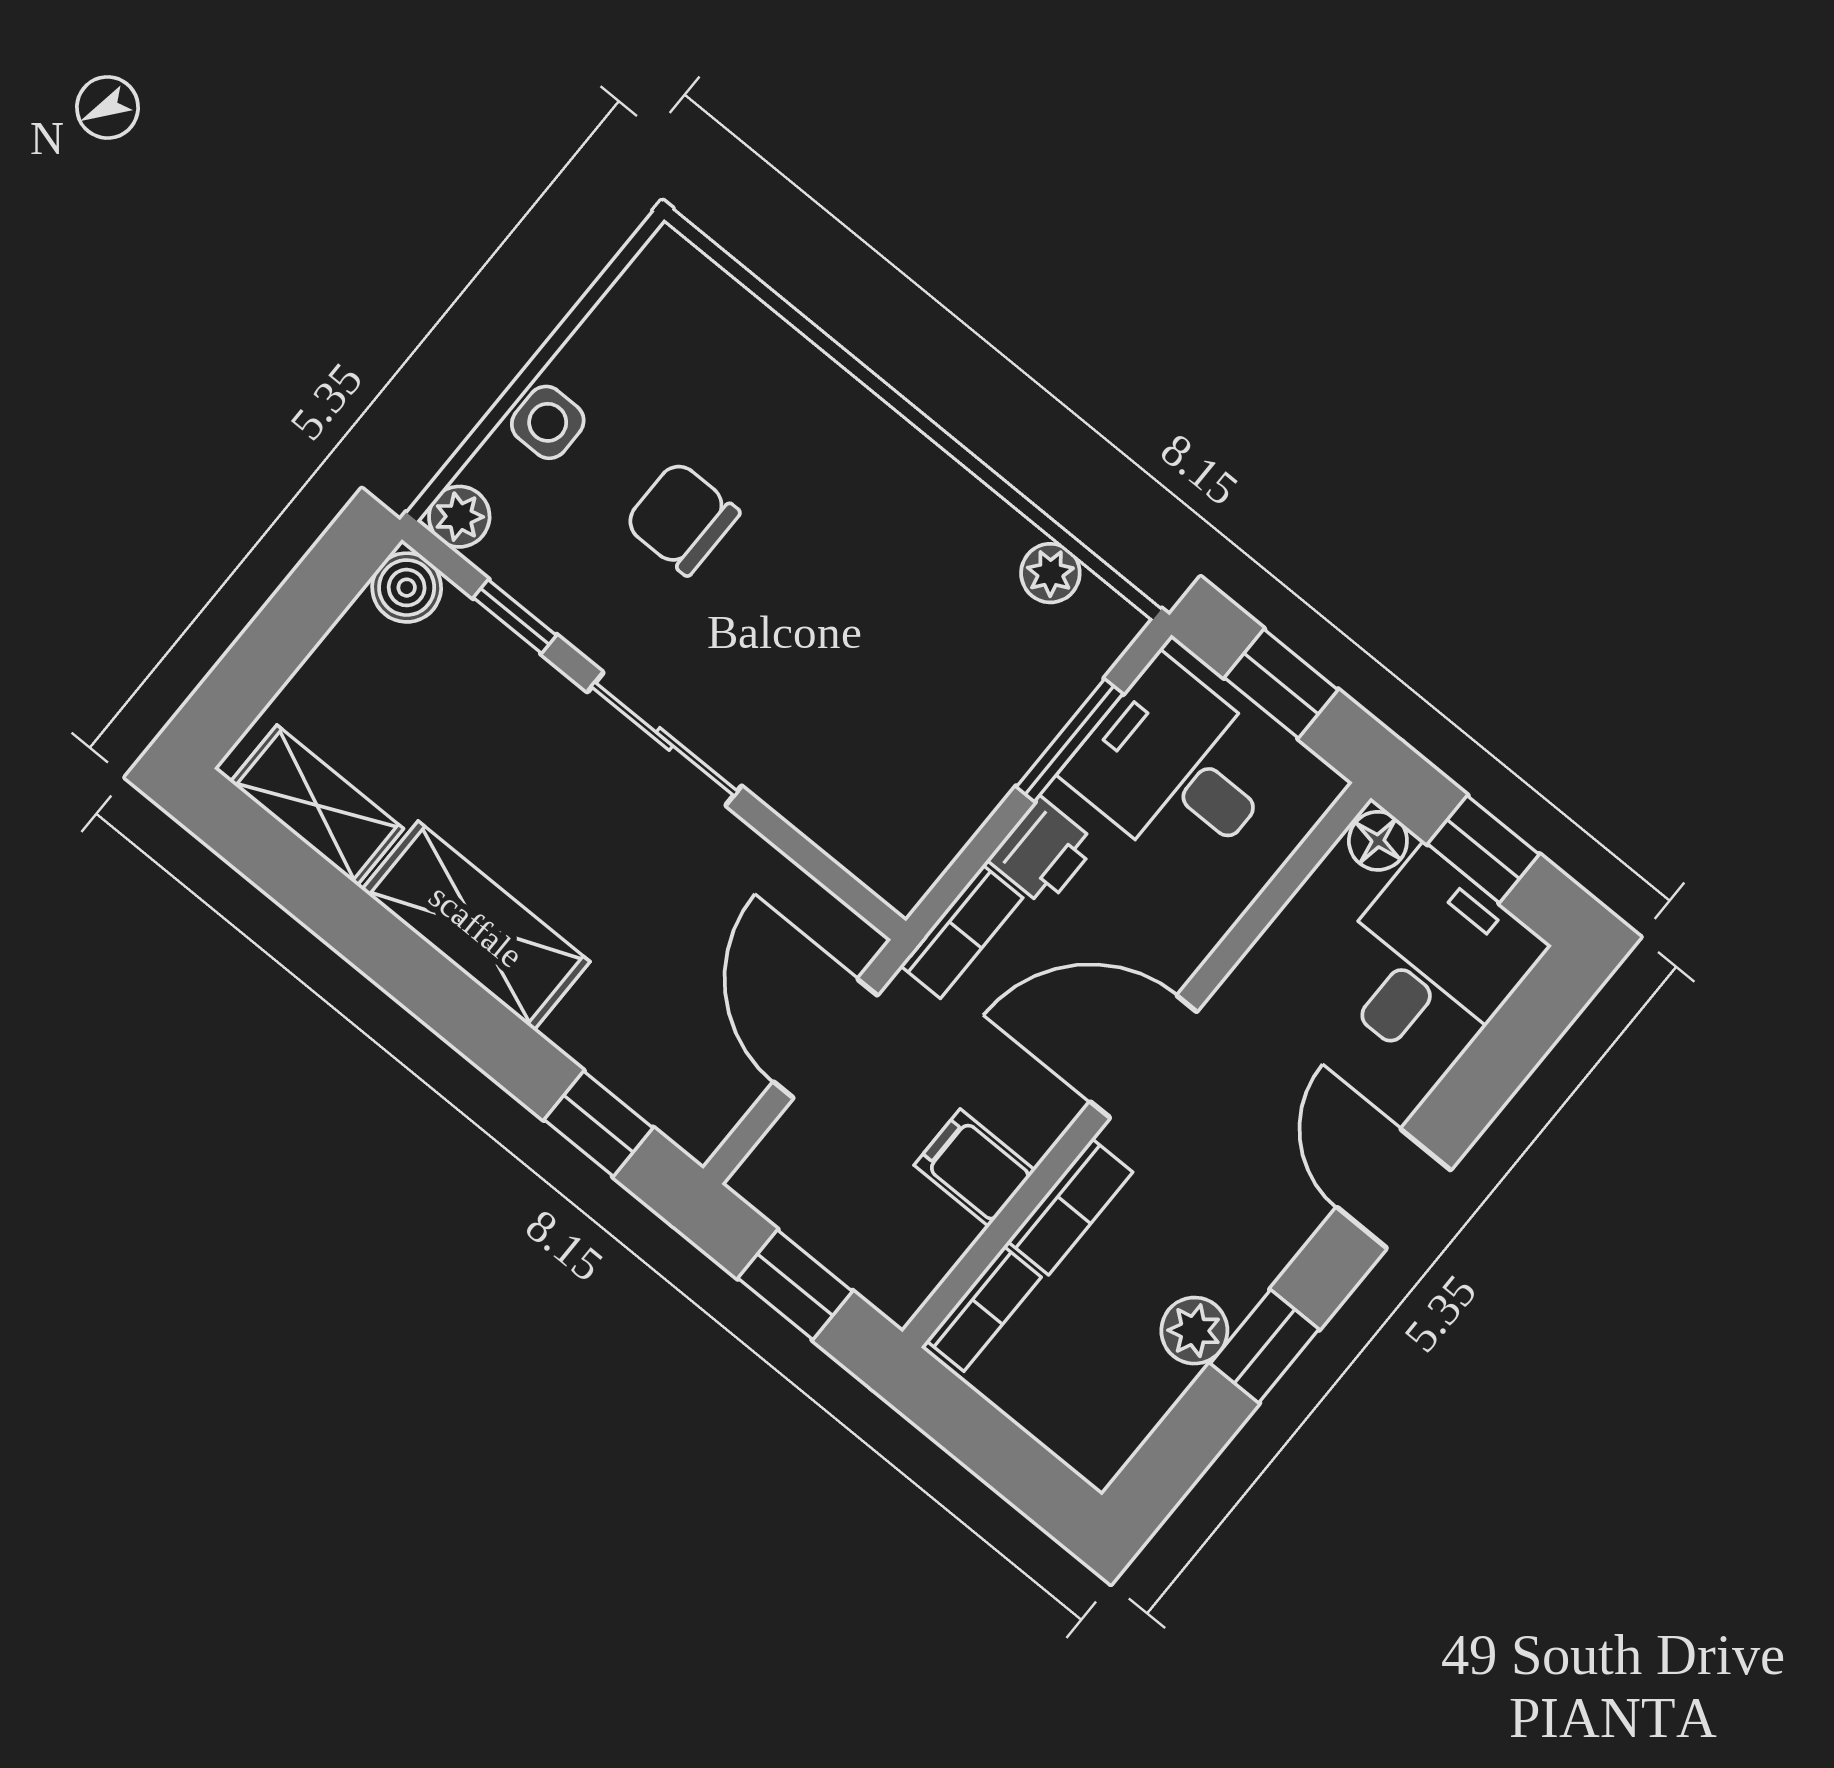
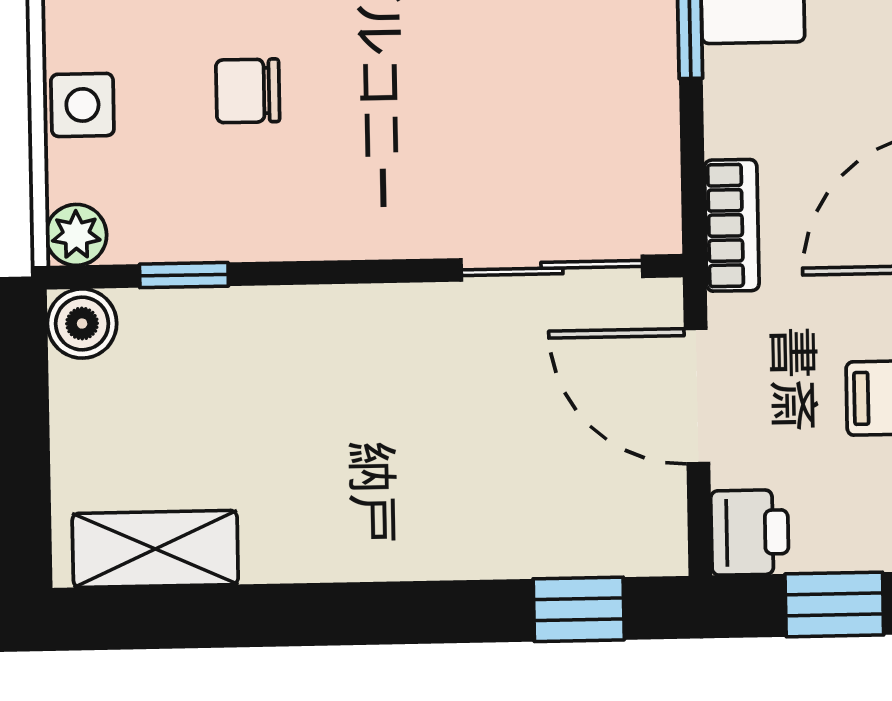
chair: (682, 518) -> (248, 91), width x0.73, depth x0.73
sliding door: (664, 739) -> (552, 268), moved
printer: (1043, 852) -> (750, 532), moved
shelving: (476, 926) -> (356, 537), removed

